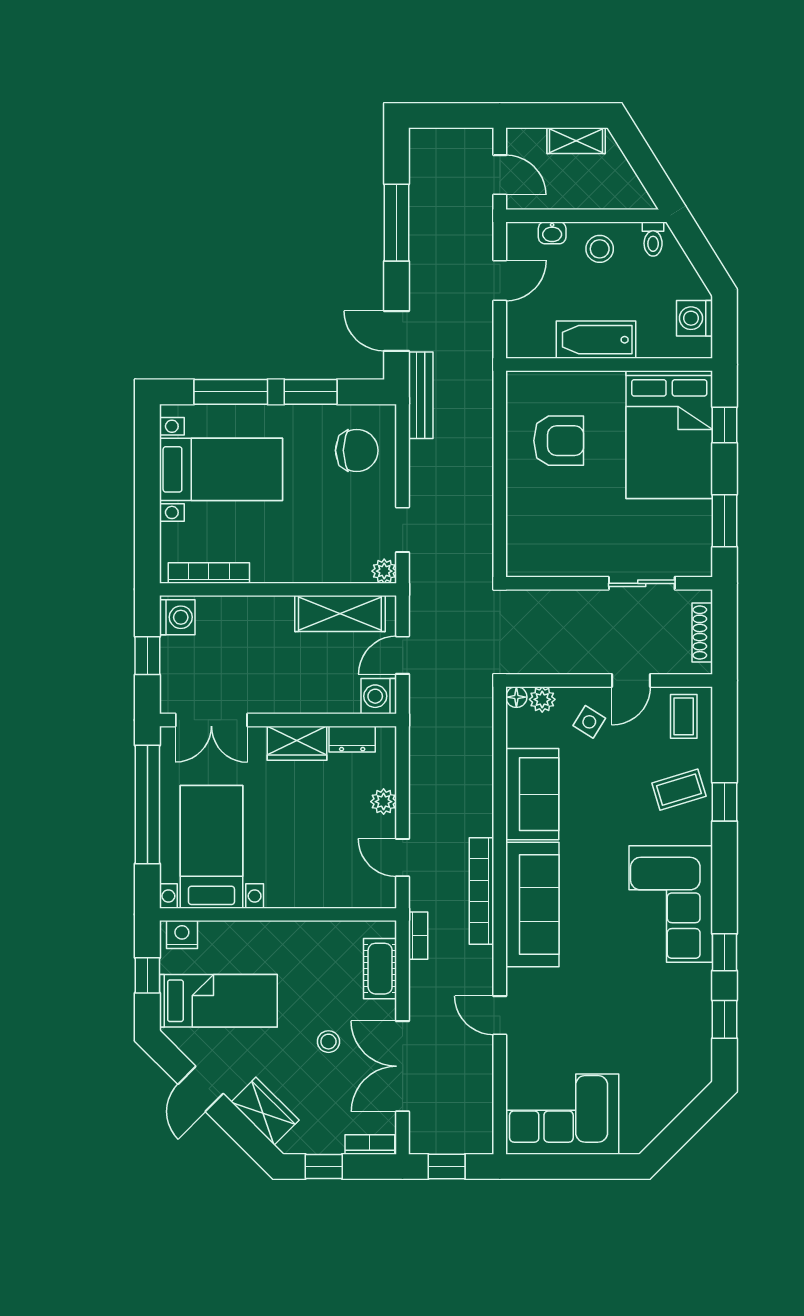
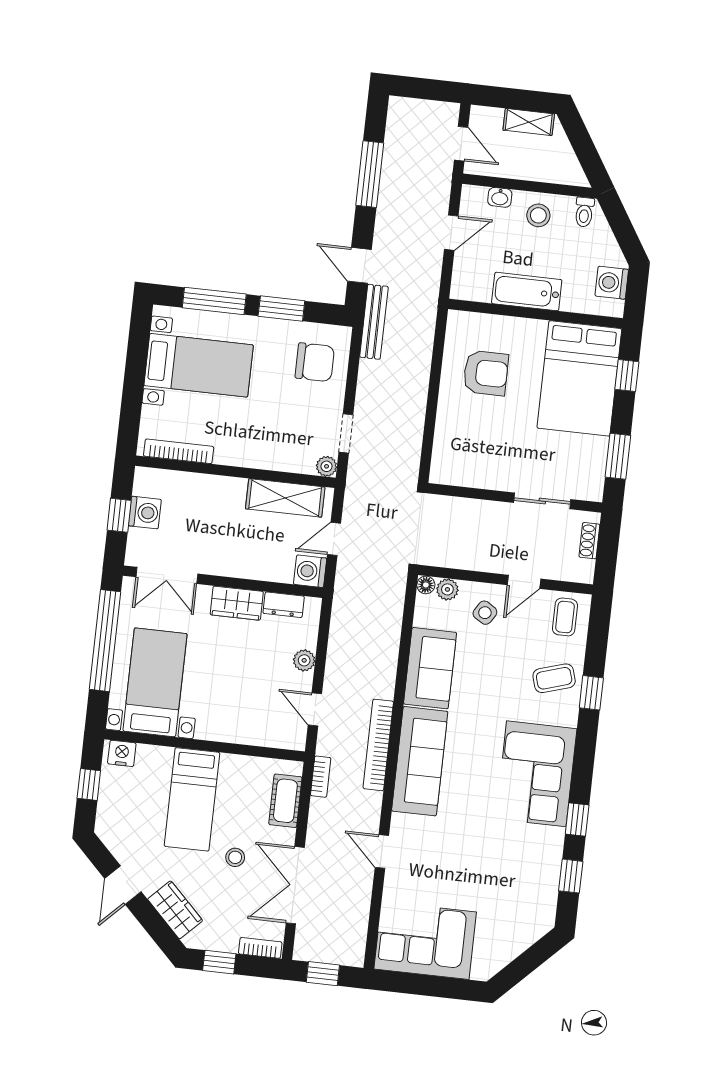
washing machine: (177, 617) -> (145, 513), moved
shoe rack: (702, 633) -> (589, 541), width x0.70
bed: (218, 1001) -> (192, 799), moved, turned 90

